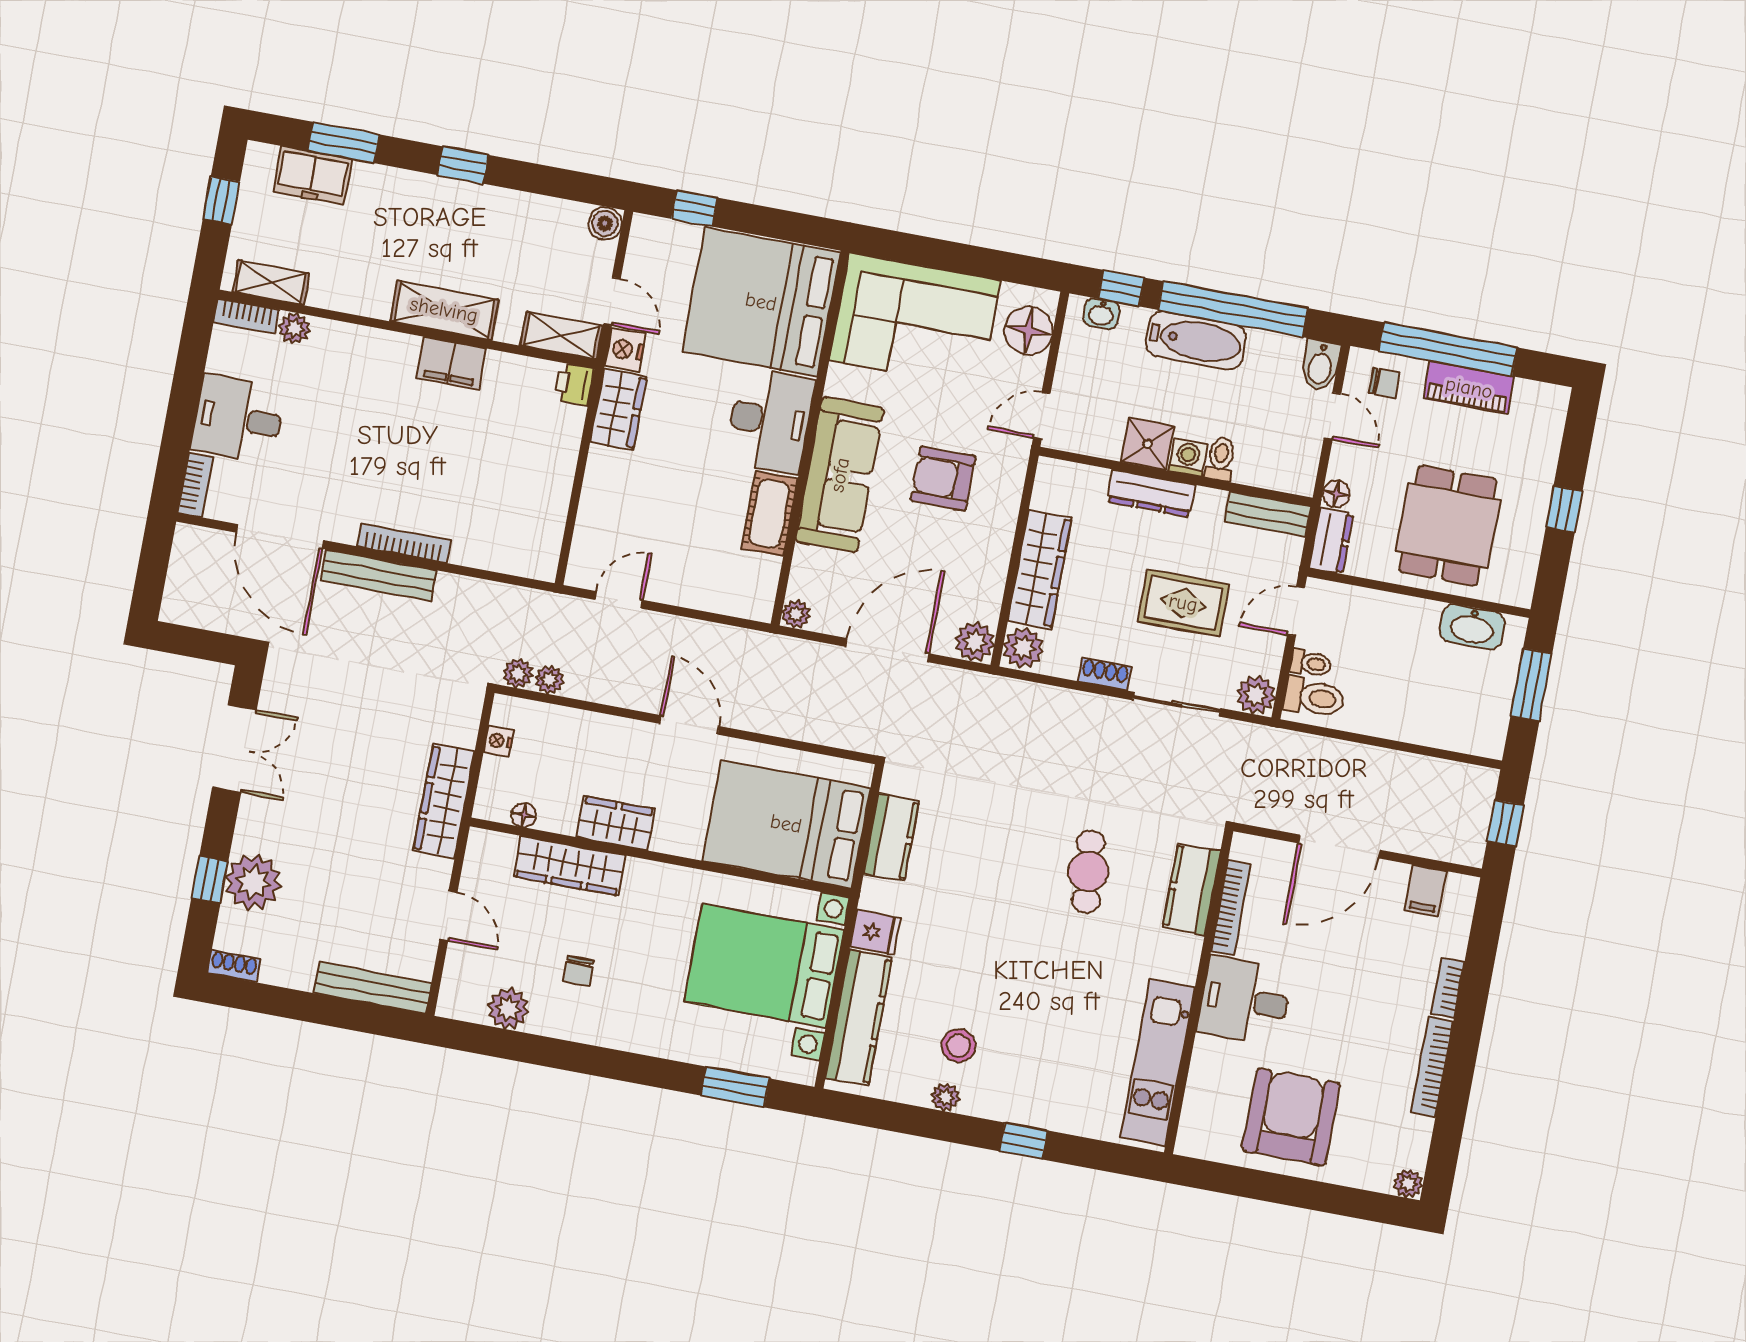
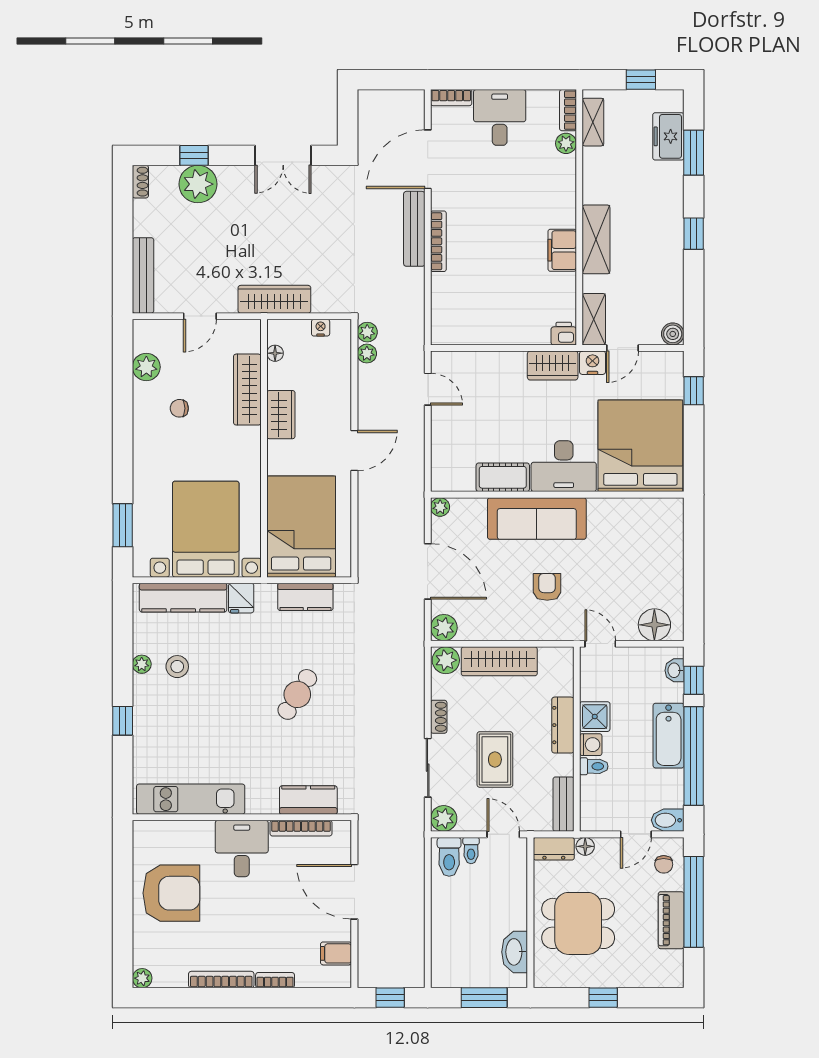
corner sofa: (915, 320) -> (647, 549), removed
armchair: (943, 479) -> (547, 587), width x0.72, depth x0.72
cafe table: (1088, 872) -> (297, 694), moved, turned -52

